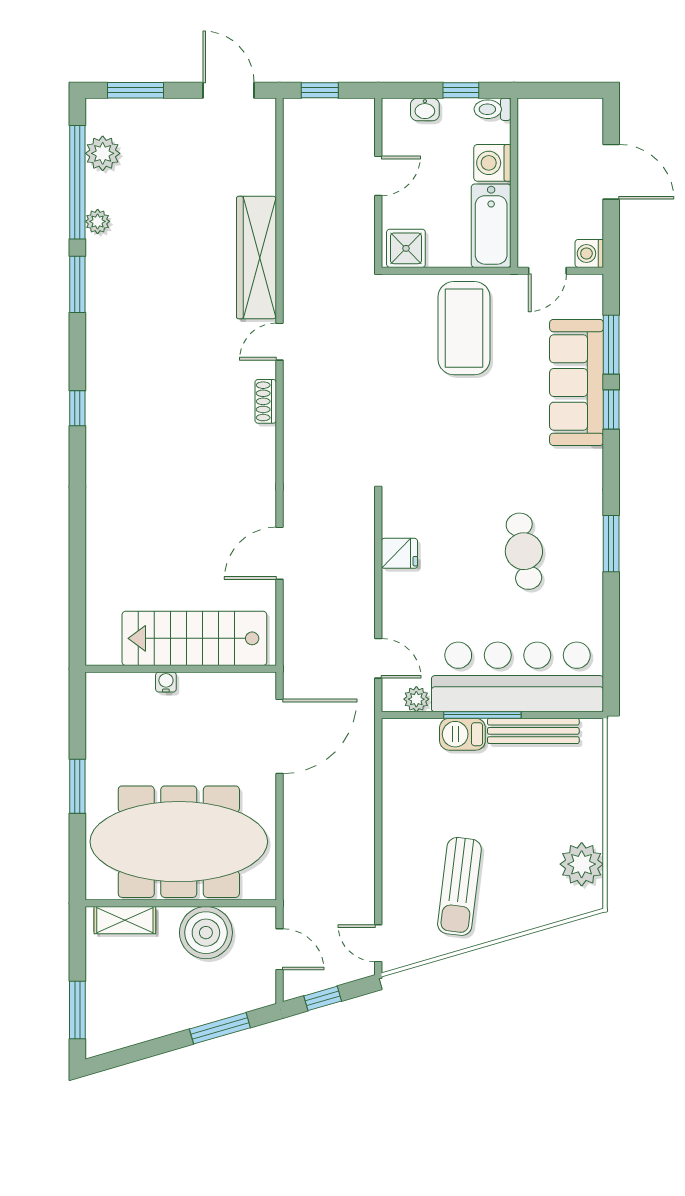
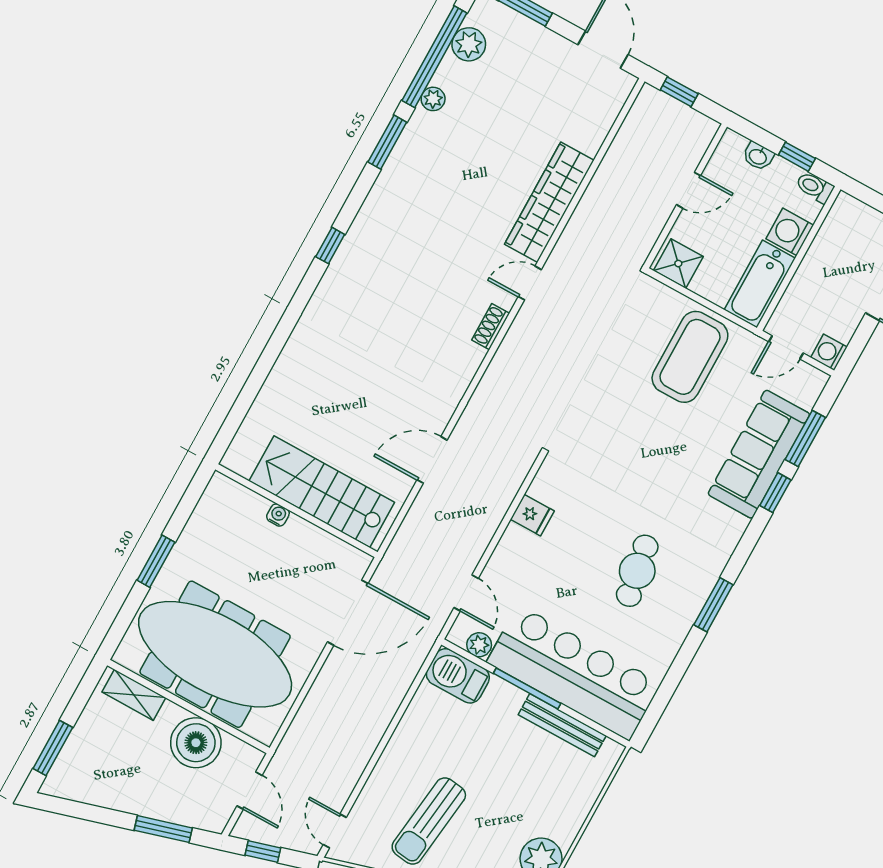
barbecue: (462, 734) -> (458, 676), moved, width x1.38, depth x1.27

